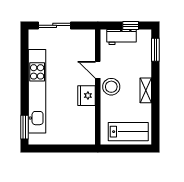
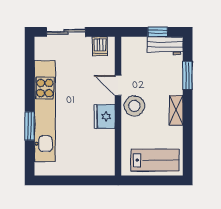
dishwasher: (83, 37) -> (100, 46), added
workbench: (121, 37) -> (165, 46), moved
window: (155, 50) -> (188, 75), moved
window: (24, 127) -> (30, 126), moved

